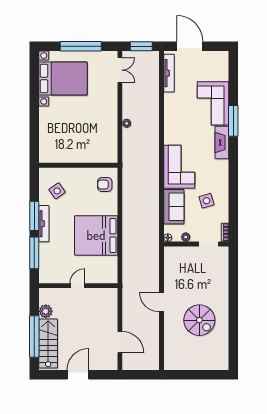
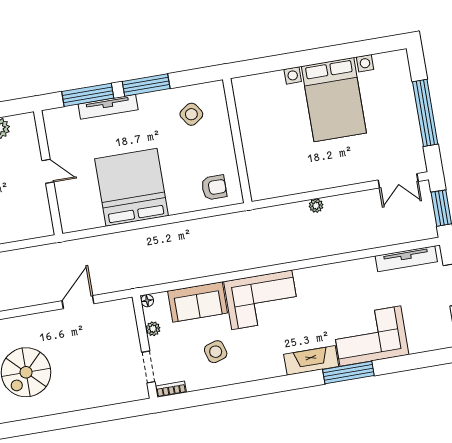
bed with nightstands: (63, 78) -> (334, 100), moved
armchair: (105, 185) -> (214, 187), turned 90
tv unit: (44, 224) -> (108, 107), moved
door: (161, 302) -> (78, 302), moved

